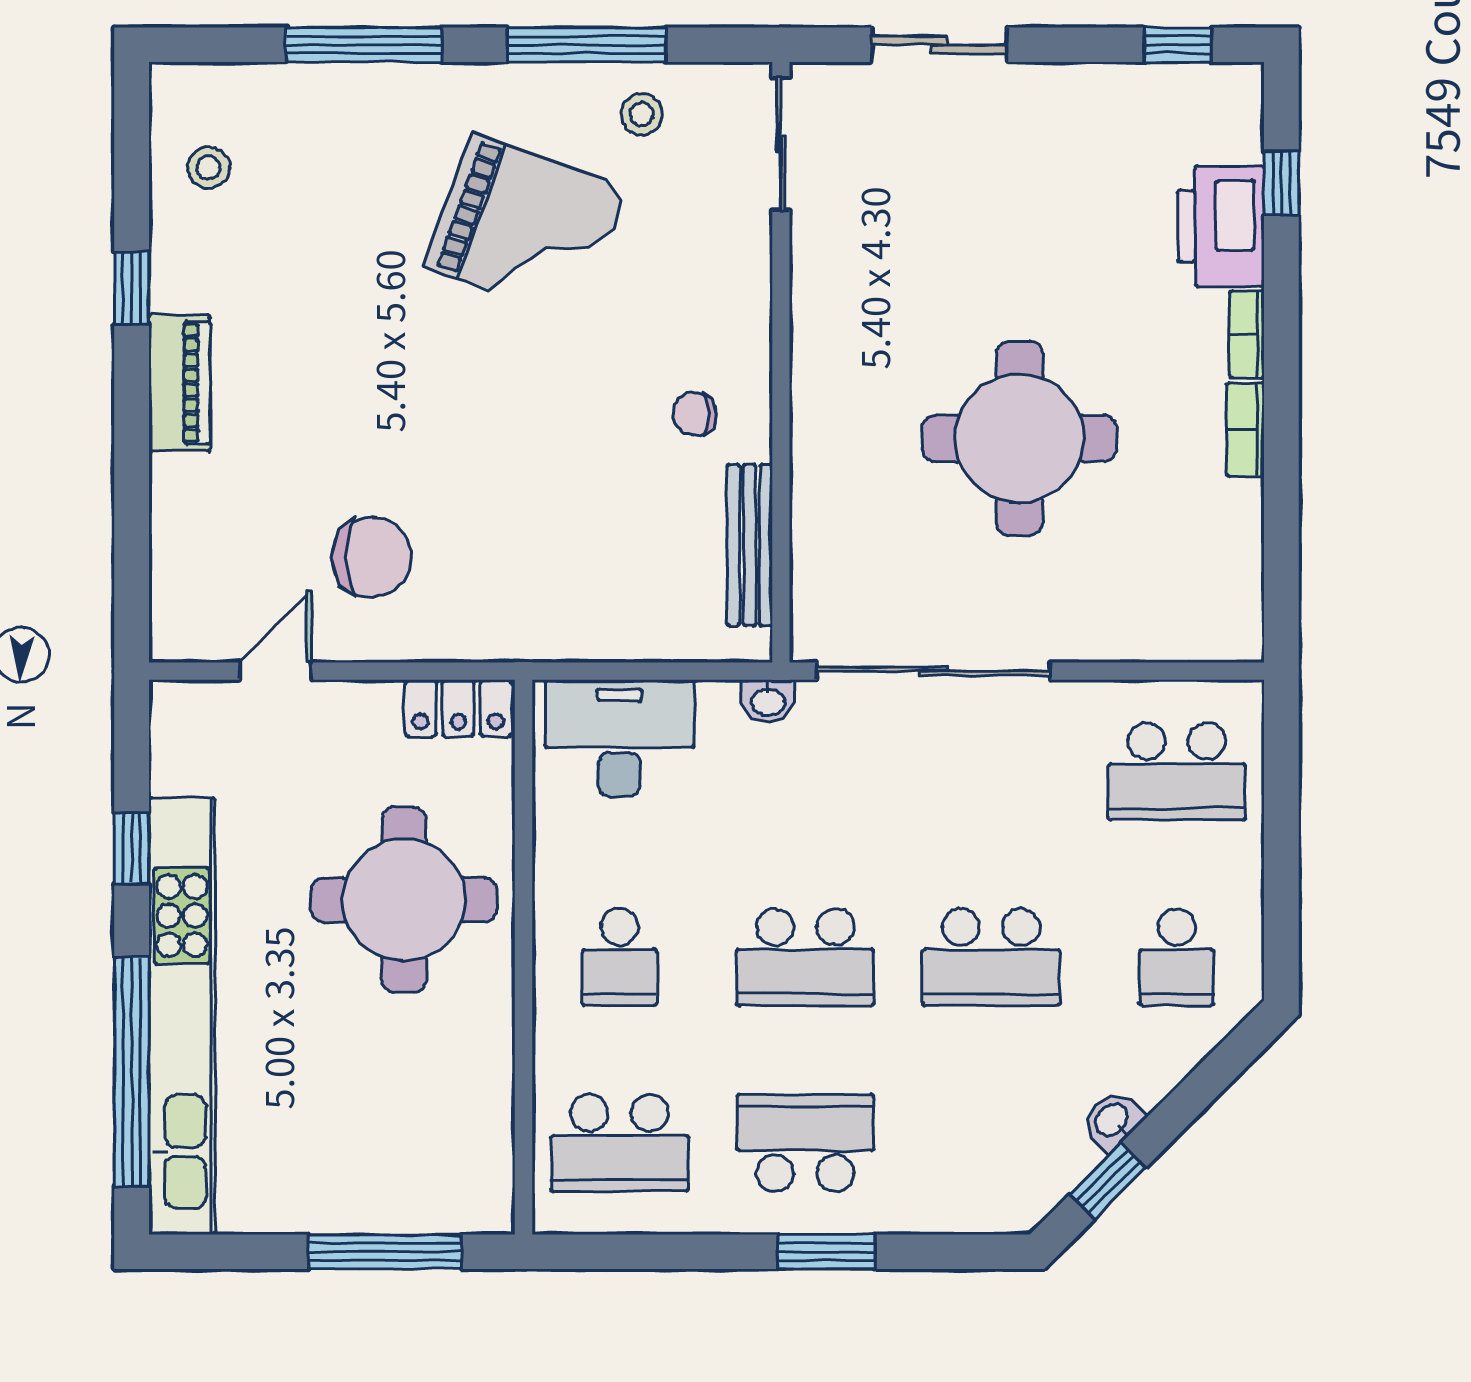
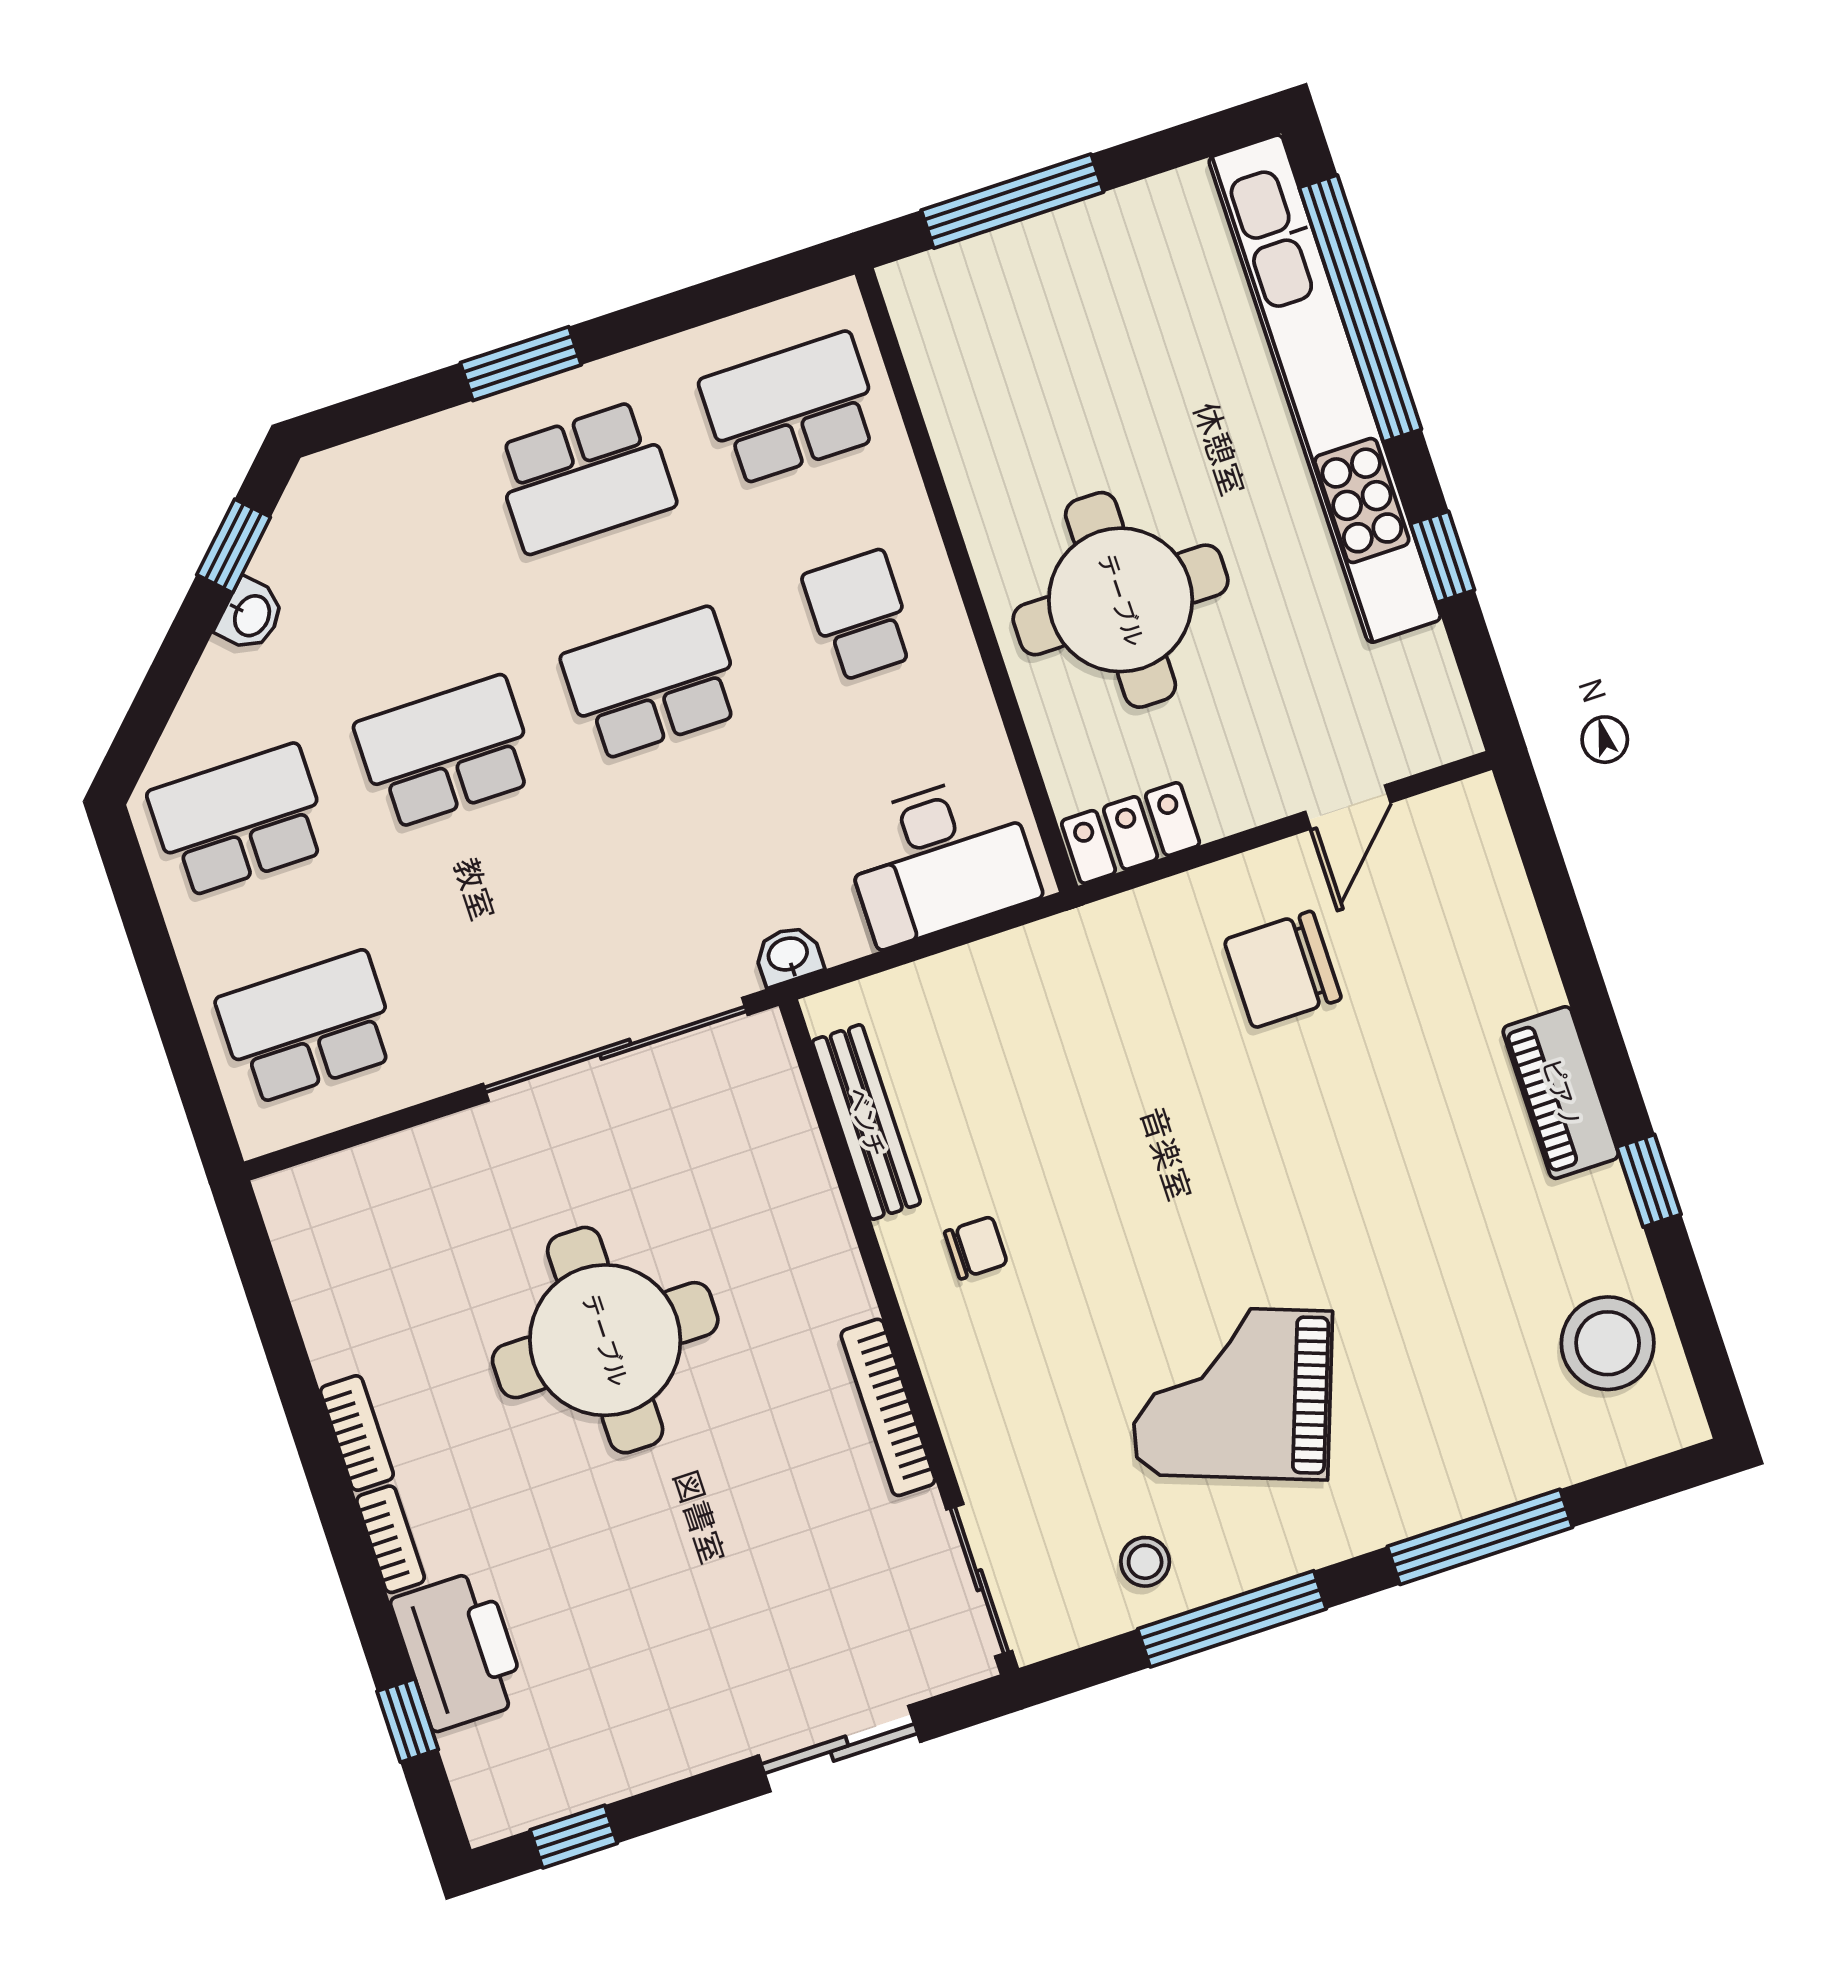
stool: (209, 167) -> (1608, 1343), width x1.89, depth x1.89
bookcase: (809, 308) -> (888, 1407), added
school desk: (1177, 957) -> (239, 821), width x1.85

